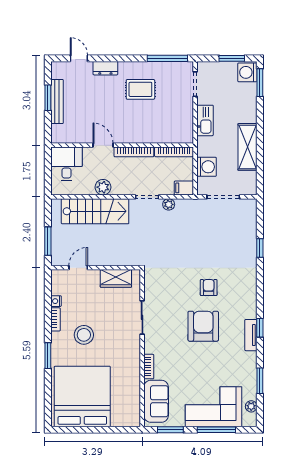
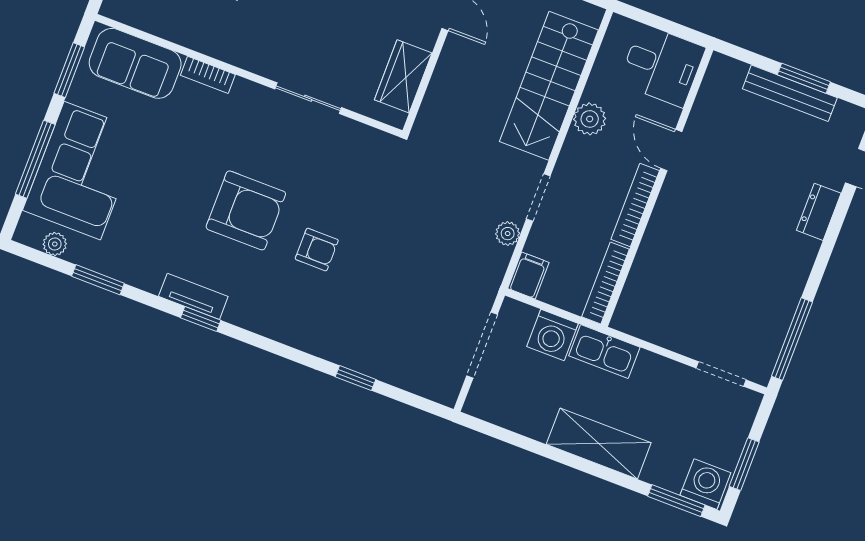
rug: (140, 89) -> (752, 264), removed
kitchen sink: (205, 120) -> (604, 351), moved
door: (103, 145) -> (671, 150), swing flipped
shelving: (247, 147) -> (599, 444), moved

